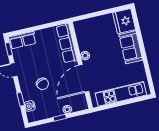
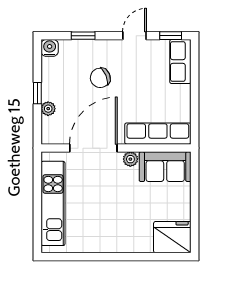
sofa: (131, 47) -> (165, 167), moved, turned 180
door: (84, 78) -> (93, 148), hinge flipped
water cooler: (30, 106) -> (50, 48), moved

